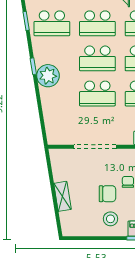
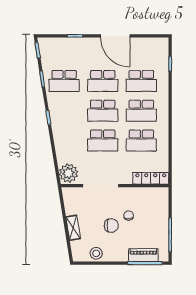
plant: (48, 76) -> (68, 173), moved
stool: (110, 219) -> (96, 253), moved

